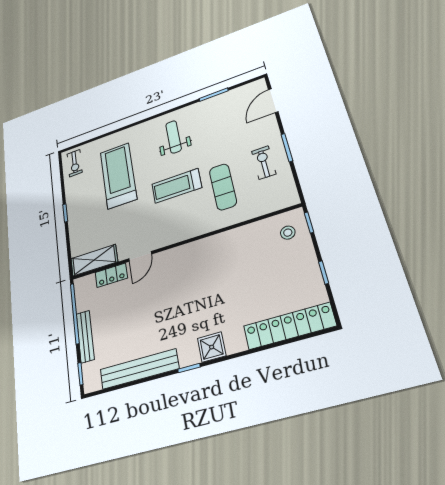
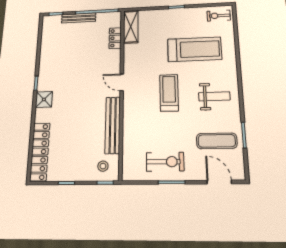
exercise bike: (264, 162) -> (165, 162), width x1.38, depth x1.39
exercise mat: (223, 187) -> (217, 141), moved
door: (140, 256) -> (122, 82), moved
bench: (139, 369) -> (113, 125), moved

